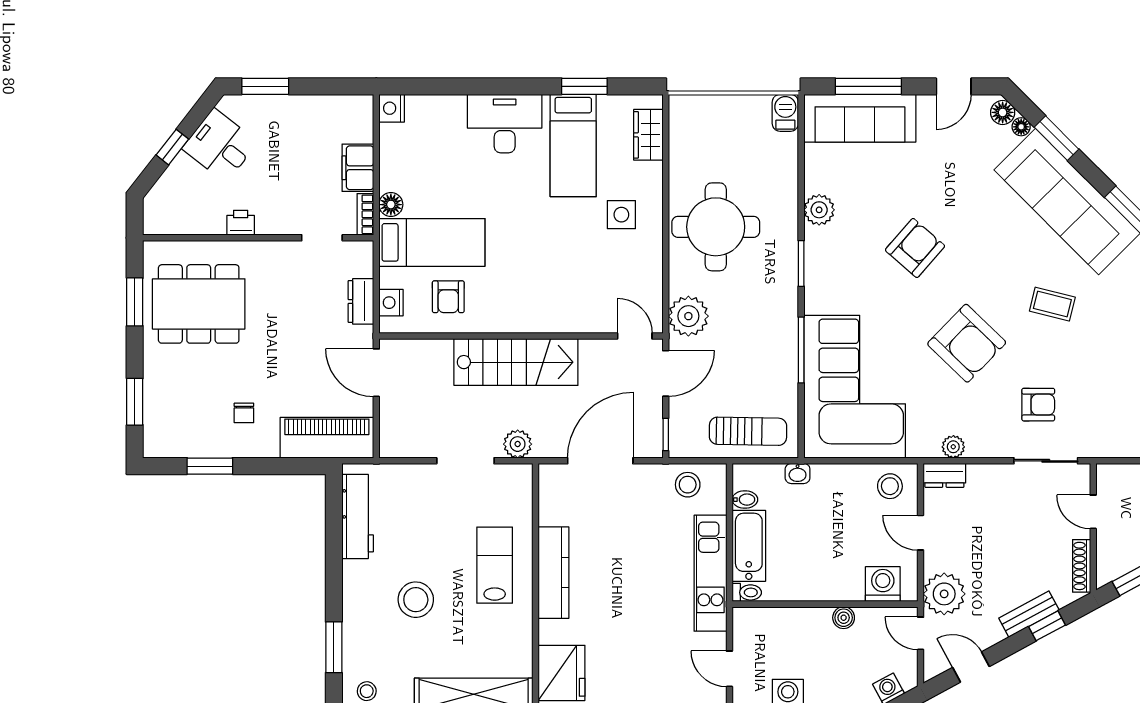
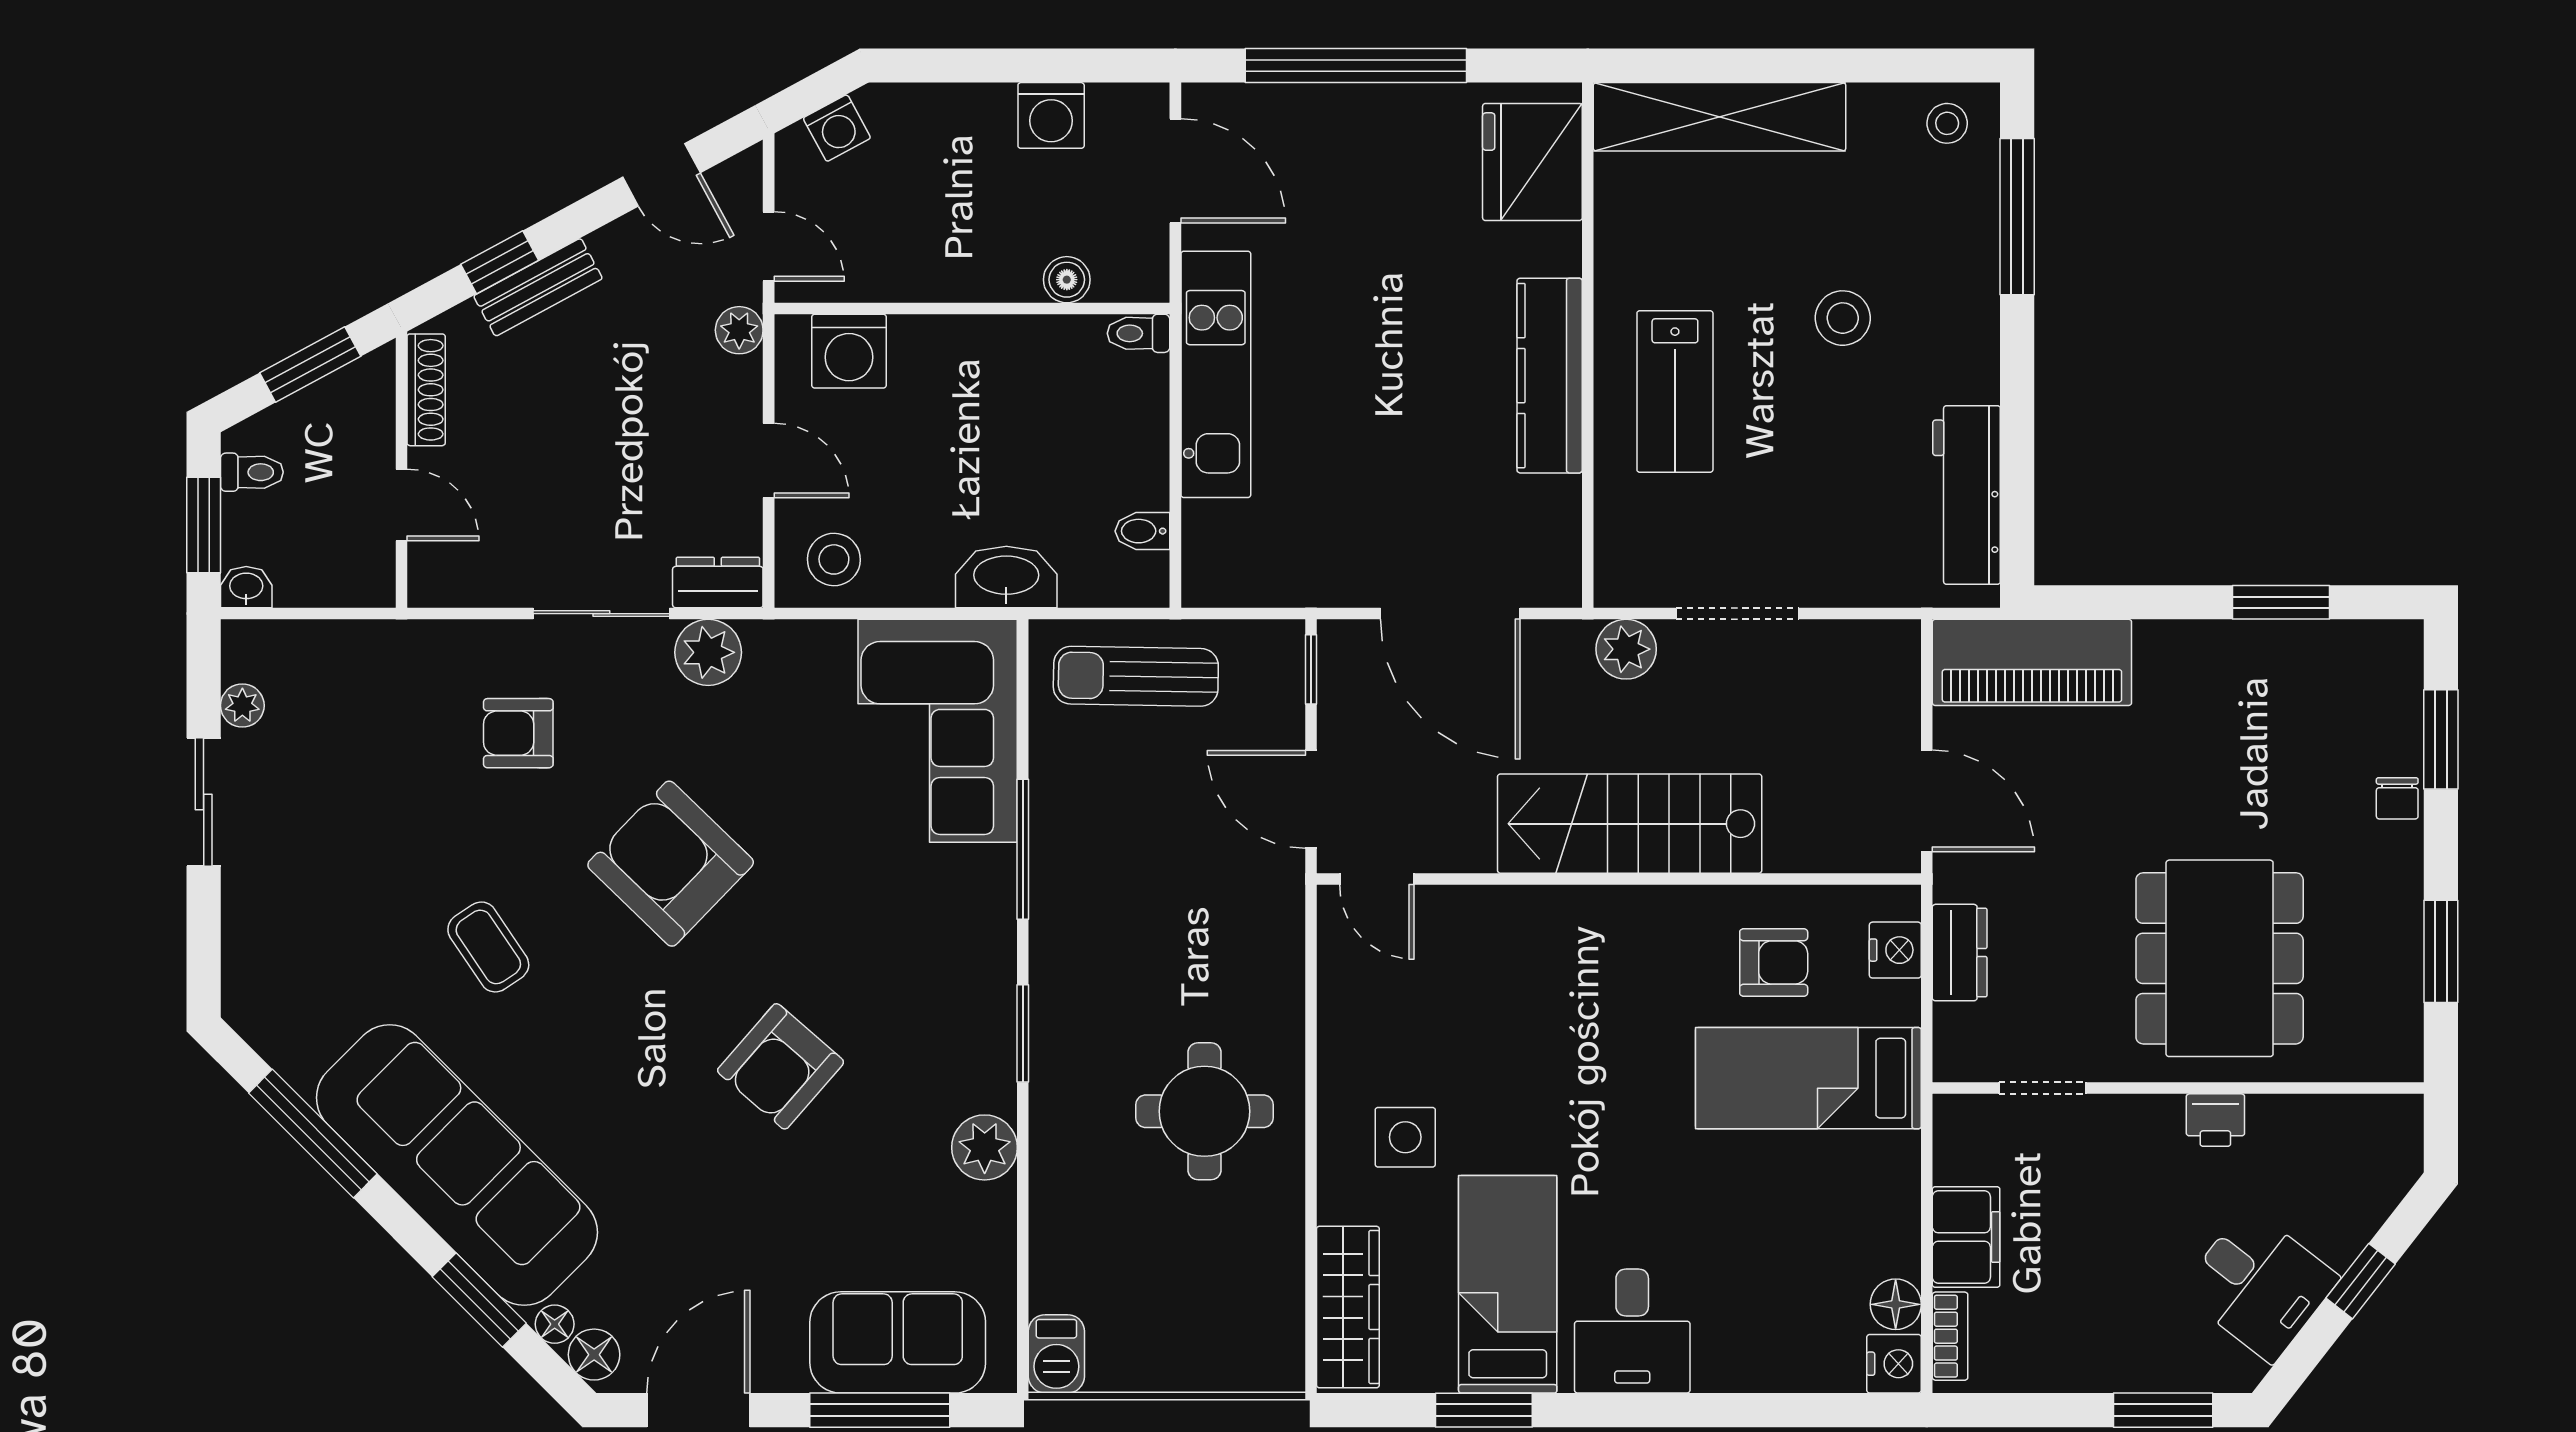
door: (954, 86) -> (698, 1410), width x1.38
sofa: (860, 118) -> (898, 1342), width x0.73
desk: (505, 124) -> (1632, 1331), width x0.73
wardrobe: (648, 135) -> (1348, 1307), width x1.50
floor lamp: (391, 205) -> (1896, 1304), moved
bookcase: (365, 214) -> (1950, 1336), moved
round table: (716, 227) -> (1204, 1111), width x0.73, depth x0.73
armchair: (448, 297) -> (1774, 962), turned 90
dining table: (199, 304) -> (2220, 958), moved, turned 90
coffee table: (1052, 304) -> (488, 947), turned 42
plant: (688, 316) -> (1263, 921), removed
door: (666, 373) -> (1311, 799), hinge flipped
corner sofa: (855, 387) -> (938, 731), width x0.73, depth x0.74
chair: (244, 413) -> (2397, 798), moved, turned 180
plant: (953, 447) -> (708, 652), width x1.38, depth x1.38
door: (600, 461) -> (1450, 614), hinge flipped
sliding door: (1046, 461) -> (601, 614), moved
washbasin: (798, 473) -> (1006, 577), width x1.91, depth x1.45
stool: (688, 485) -> (1264, 563), removed
bathtub: (749, 546) -> (1134, 432), removed
plant: (944, 594) -> (739, 330), width x0.53, depth x0.53
stool: (416, 600) -> (1843, 318), width x0.73, depth x0.73
boiler: (844, 618) -> (1067, 280), moved
window: (334, 647) -> (2017, 217), width x1.44
door: (729, 669) -> (1175, 171), width x1.37

